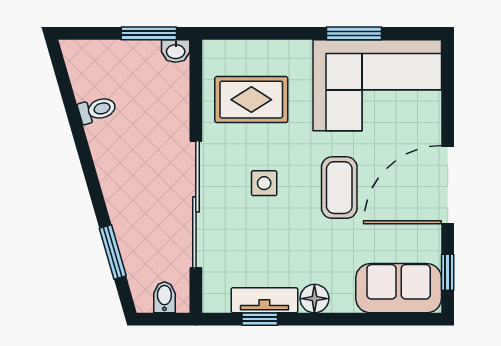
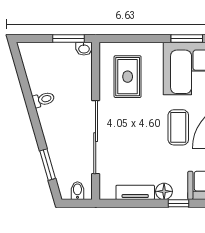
rug: (251, 100) -> (128, 77), turned 90
toilet: (97, 110) -> (44, 99), moved
side table: (264, 183) -> (135, 125), removed
window: (260, 319) -> (178, 203), moved

